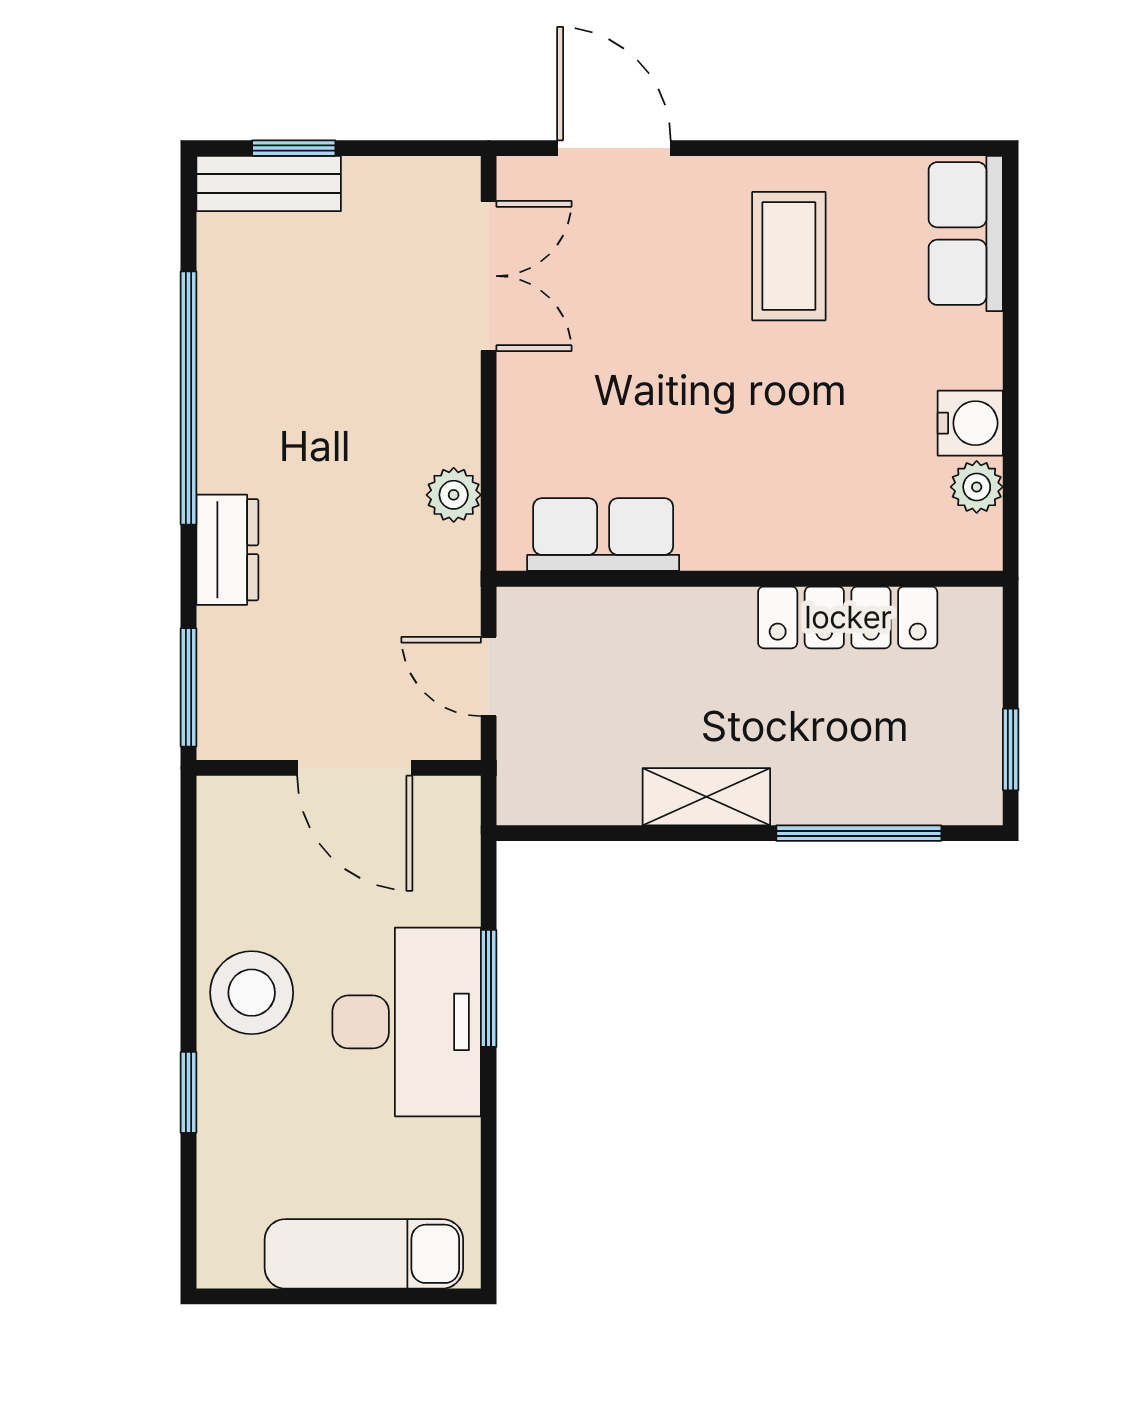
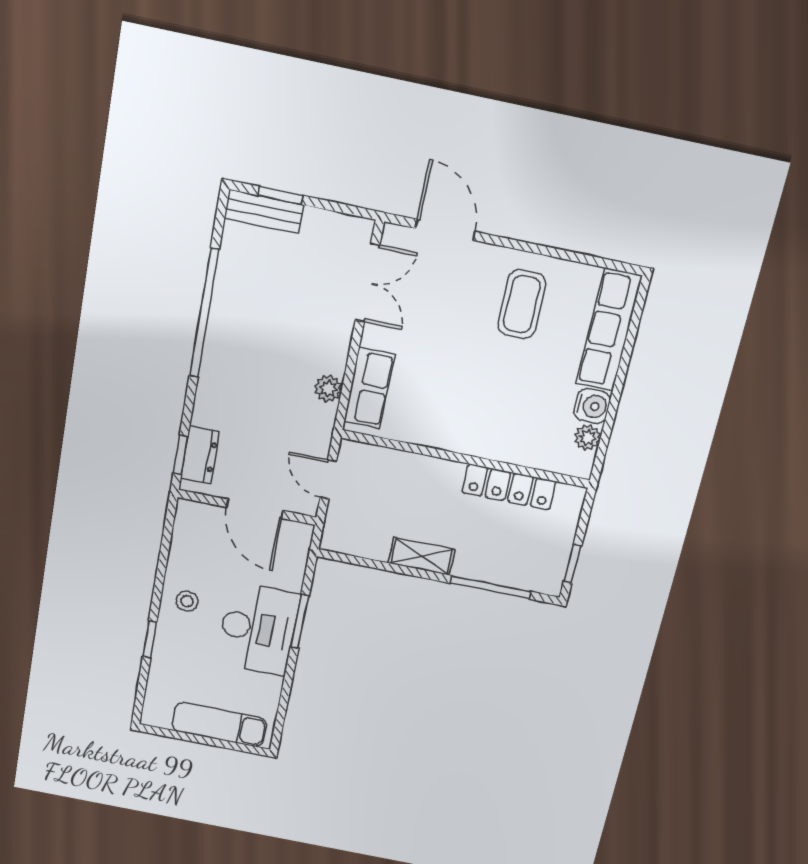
row of seats: (966, 234) -> (609, 330), width x1.48
row of seats: (603, 535) -> (369, 388), moved, turned 90
dresser: (227, 550) -> (200, 455), moved
window: (189, 687) -> (180, 455), width x0.67
stool: (252, 993) -> (187, 601), width x0.53, depth x0.53

